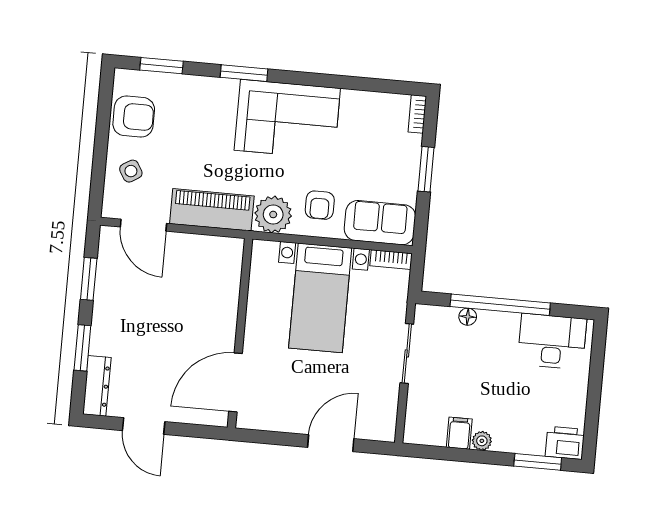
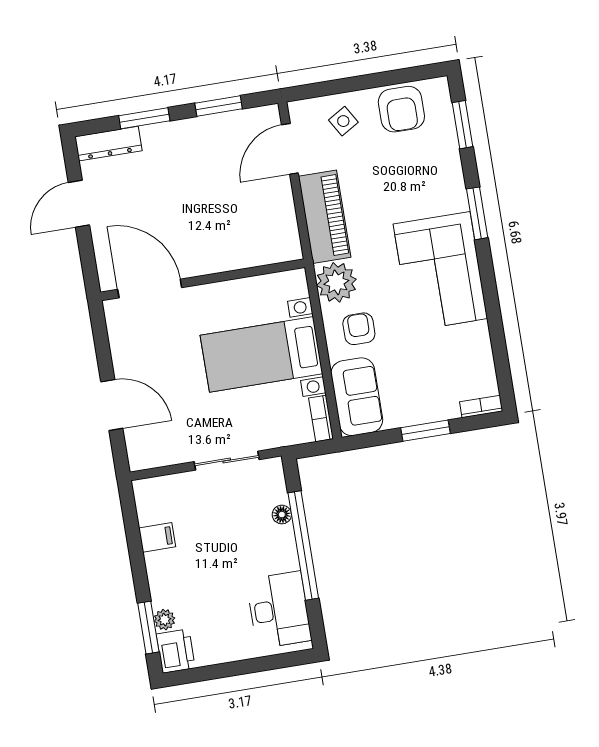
armchair: (320, 205) -> (359, 329), turned 90
plant: (482, 441) -> (164, 620), moved

